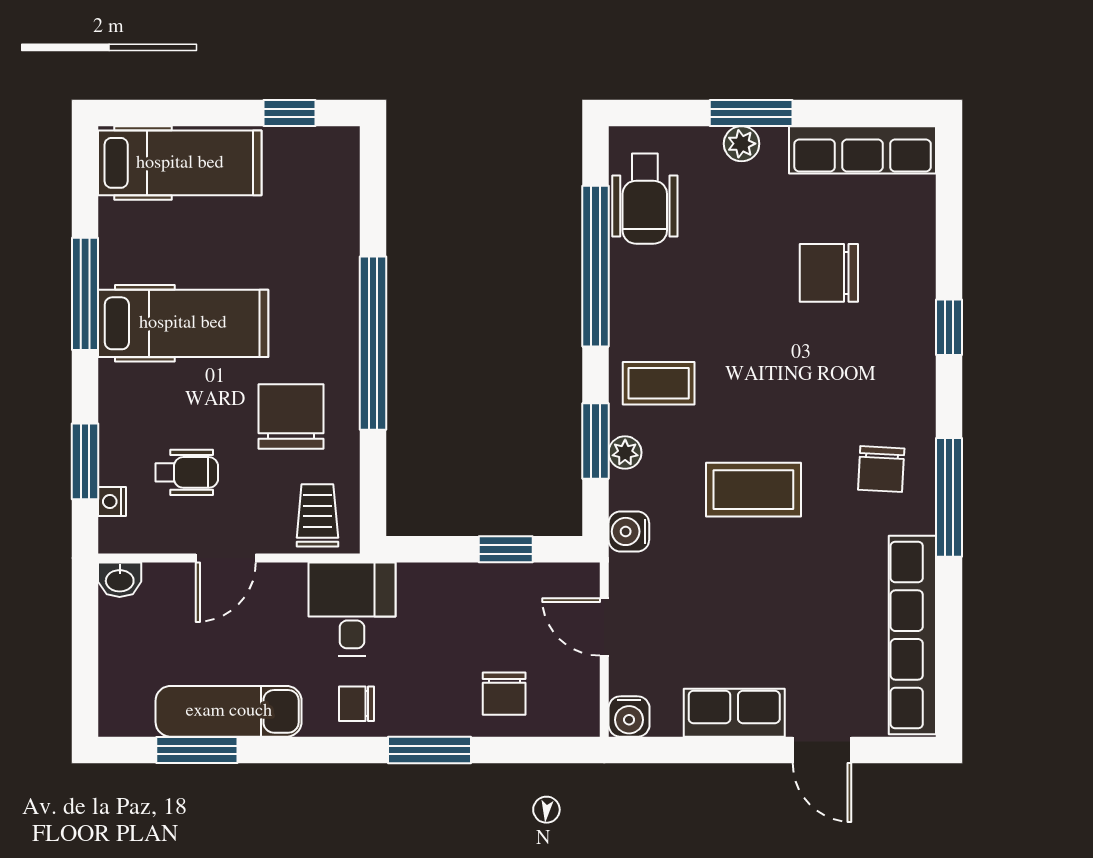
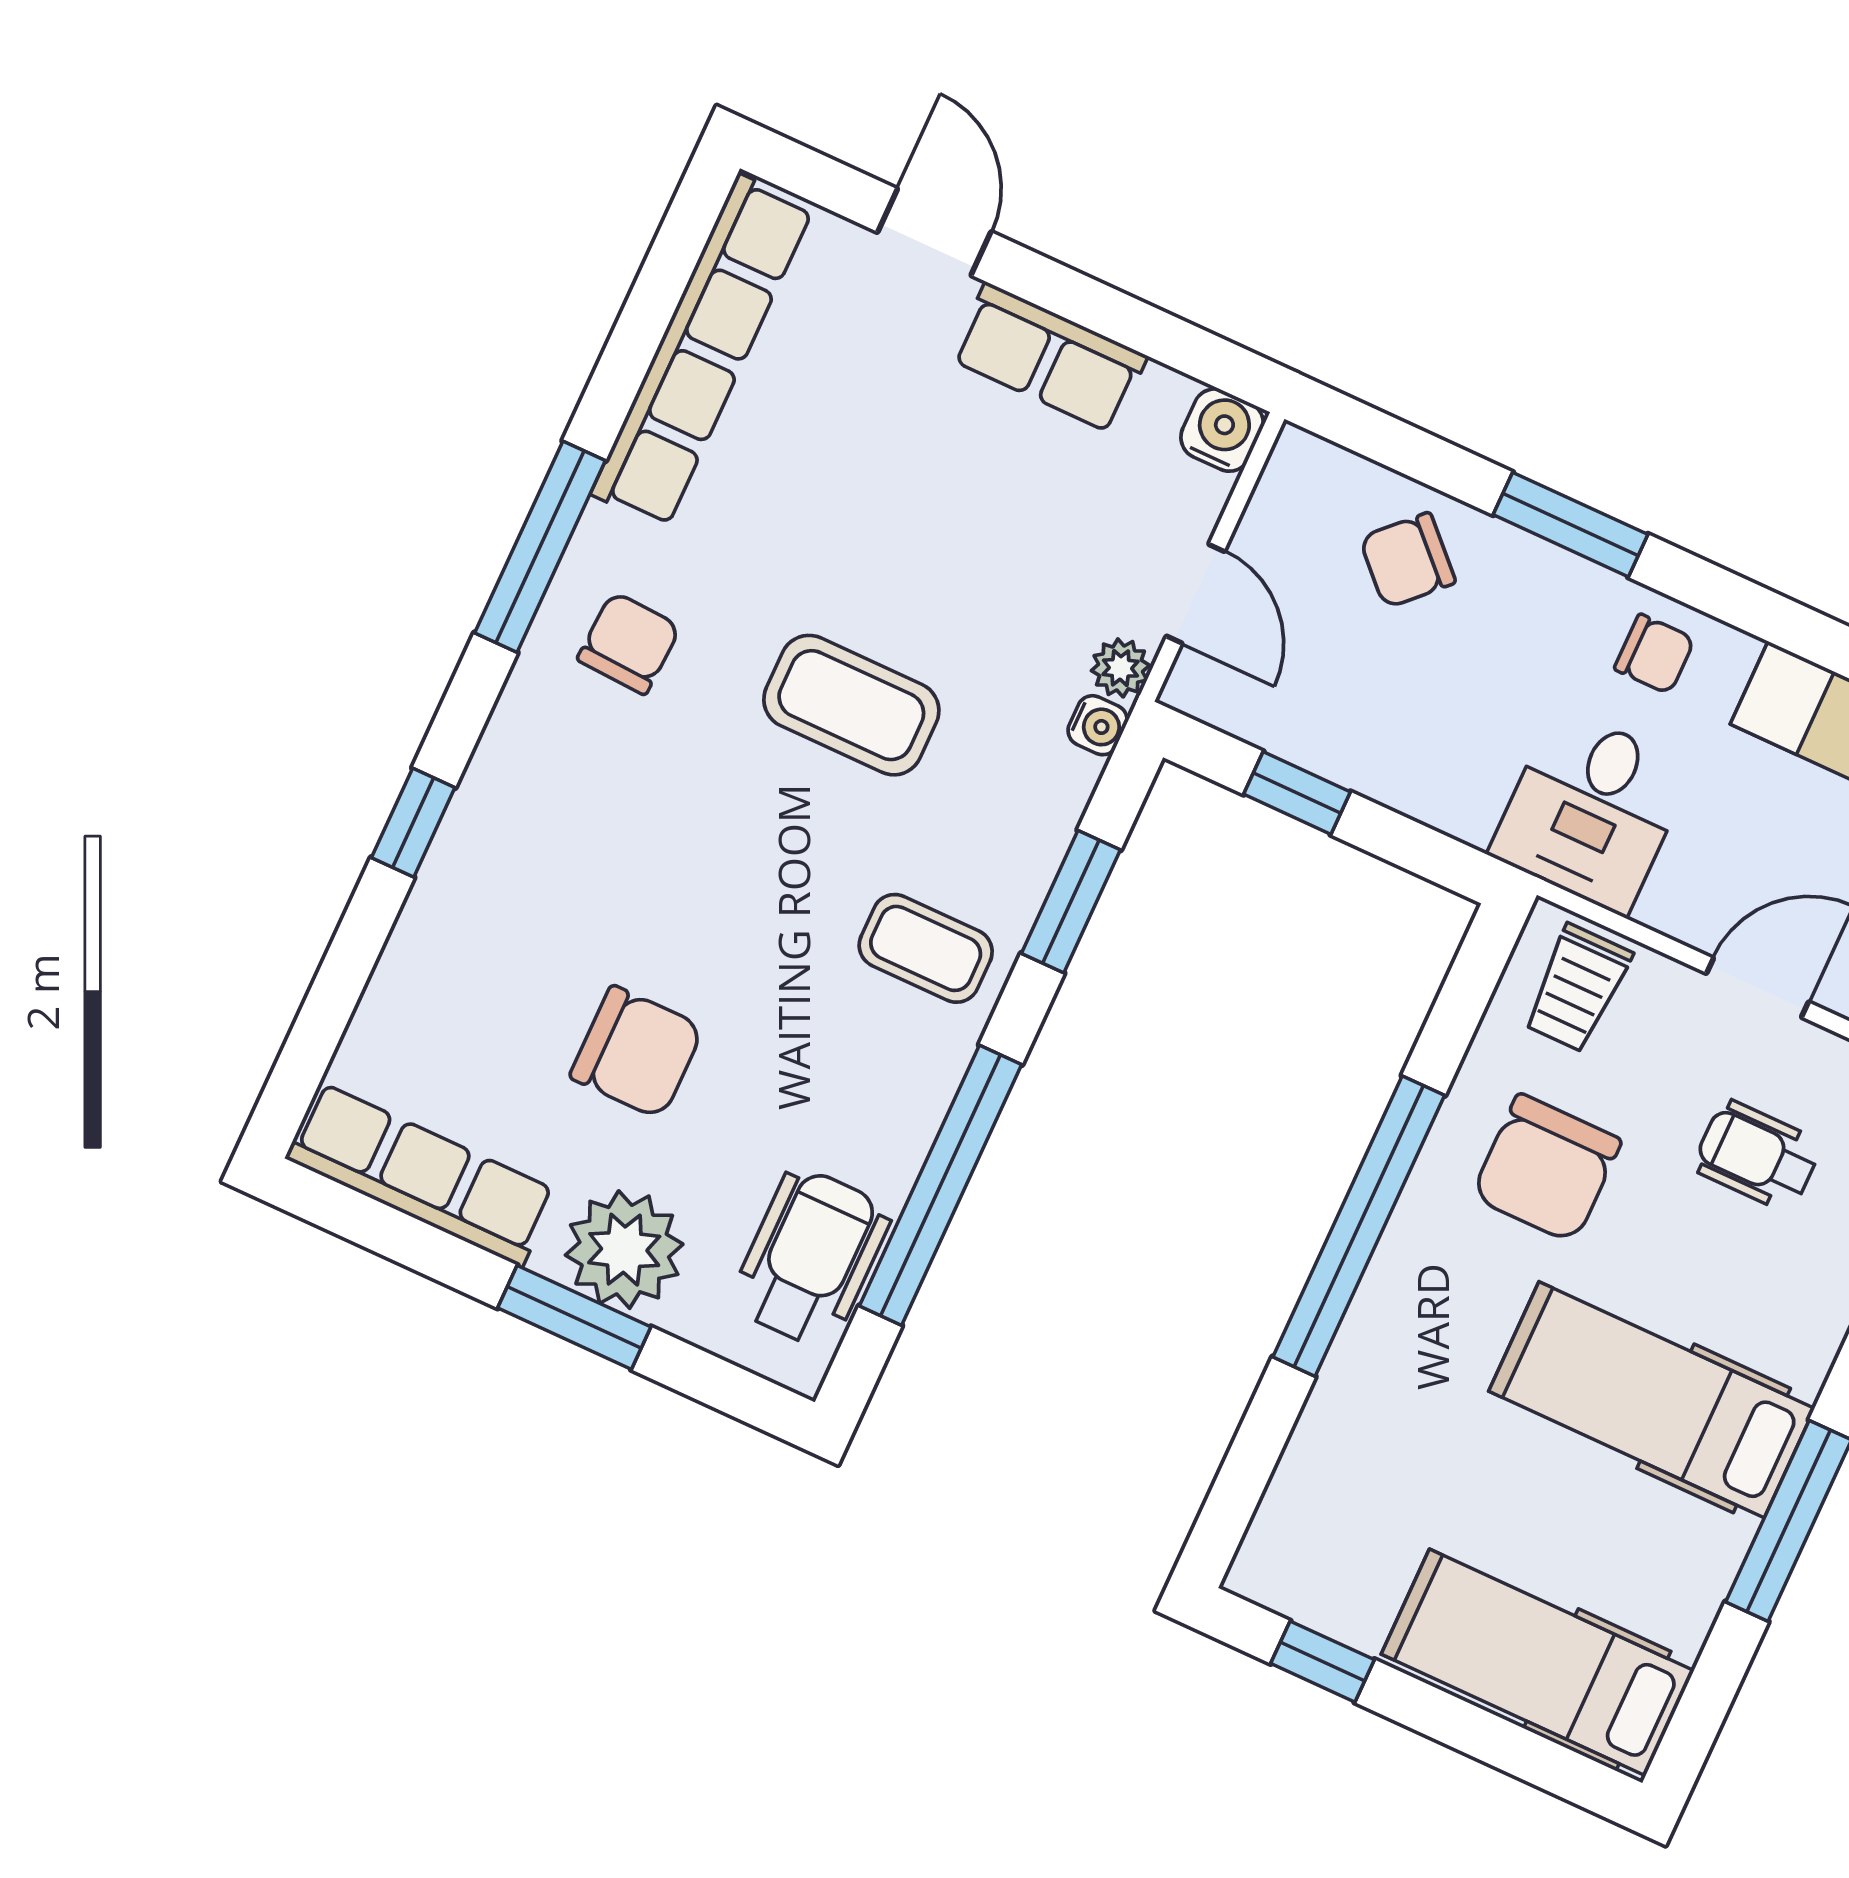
plant: (742, 144) -> (624, 1250), width x1.88, depth x1.88
chair: (829, 273) -> (637, 1052), moved
plant: (625, 453) -> (1120, 668), moved
water cooler: (629, 531) -> (1098, 725), width x0.72, depth x0.72
chair: (504, 694) -> (1407, 560), turned -135

